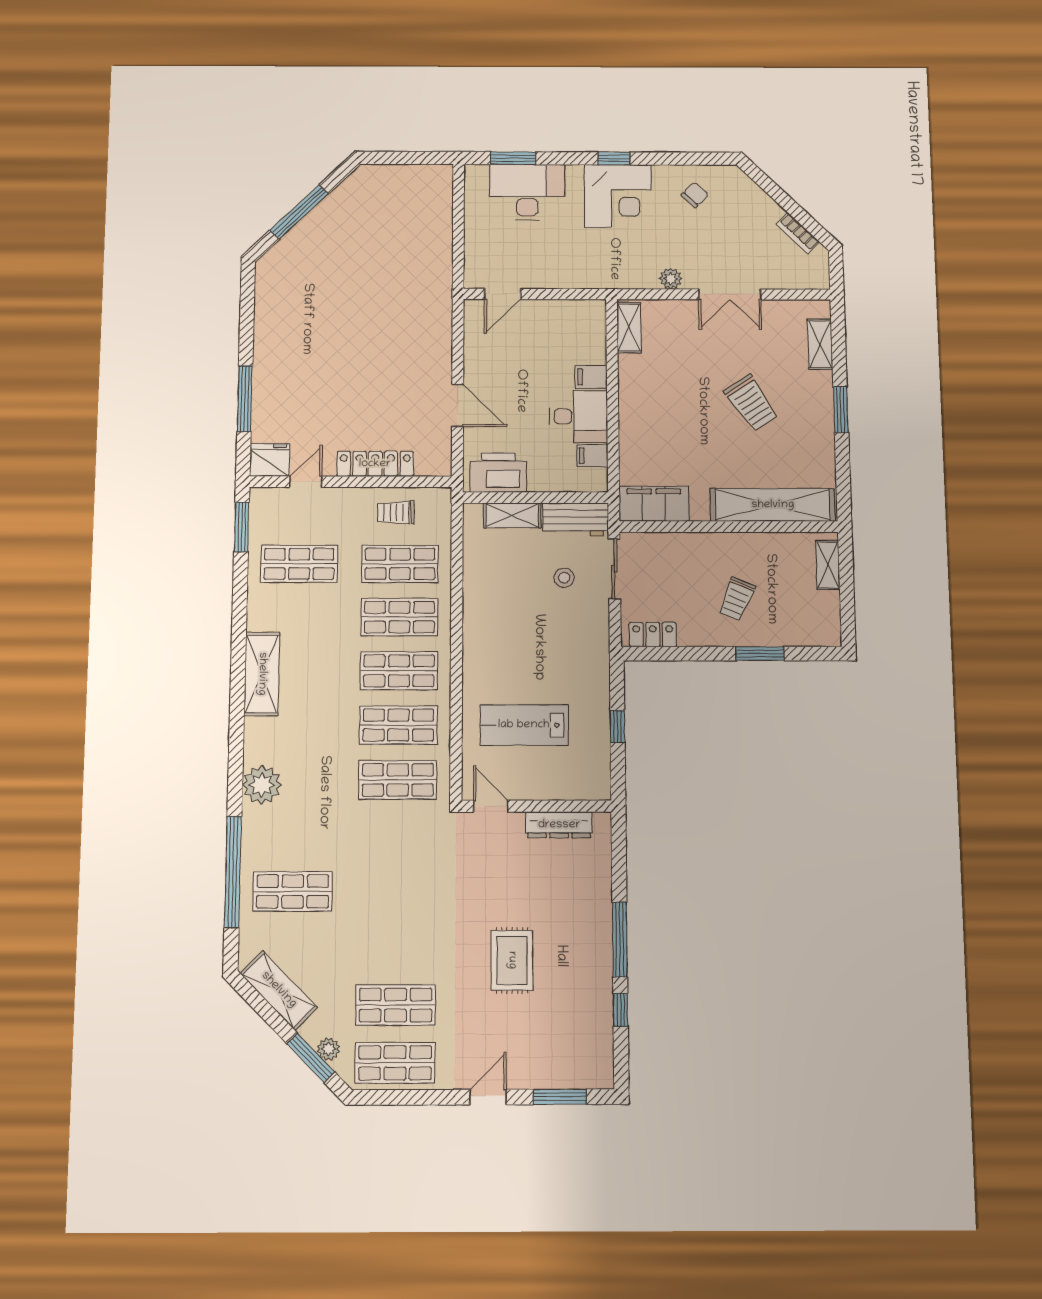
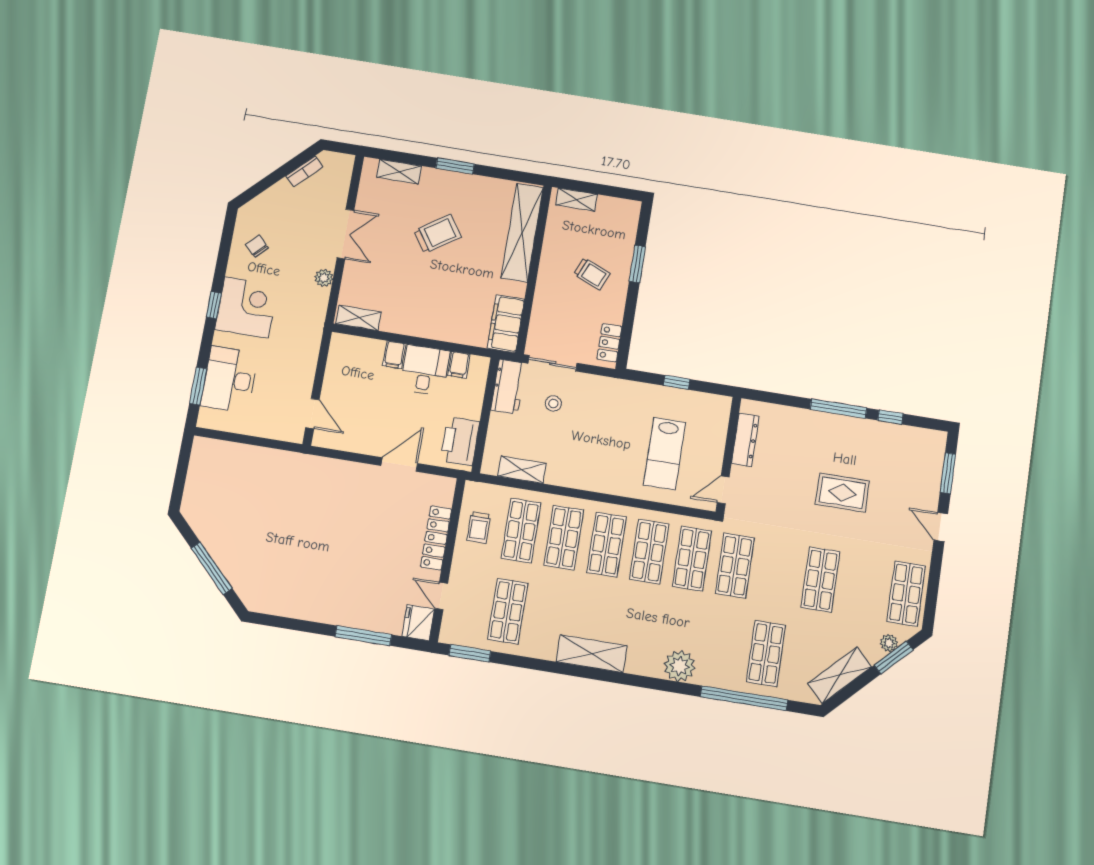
shelving: (512, 515) -> (522, 470), moved, turned 90
shop shelf: (397, 835) -> (735, 566), added
shop shelf: (396, 1005) -> (820, 580), moved

